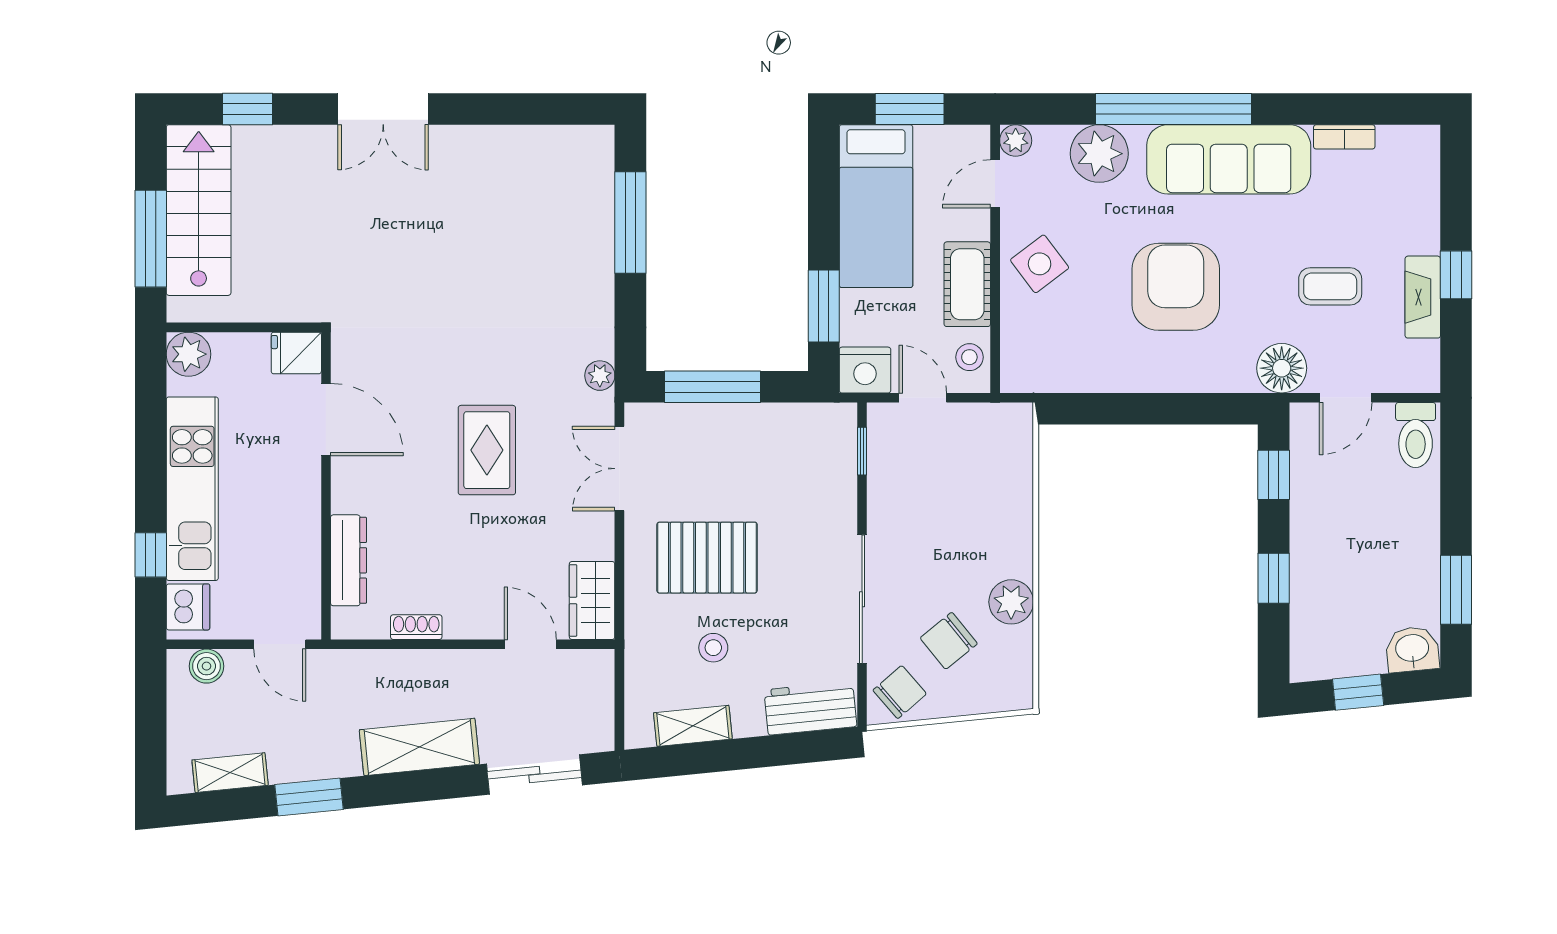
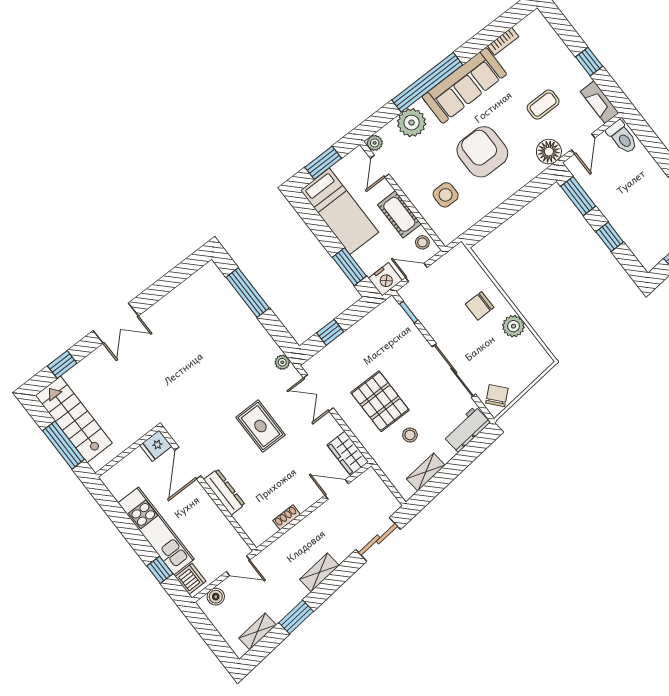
side table: (1040, 264) -> (446, 195), moved, turned 37
fireplace: (1423, 297) -> (600, 102), moved
plant: (189, 354) -> (114, 479), removed
window: (713, 387) -> (330, 332), width x0.46
door: (326, 420) -> (188, 463), swing flipped
window: (1274, 475) -> (578, 196), width x1.50
pallet: (707, 558) -> (380, 401), turned 90
dresser: (348, 560) -> (224, 492), moved
chair: (949, 641) -> (480, 306), moved, turned 39
shelving: (419, 747) -> (319, 572), width x0.67, depth x0.75

